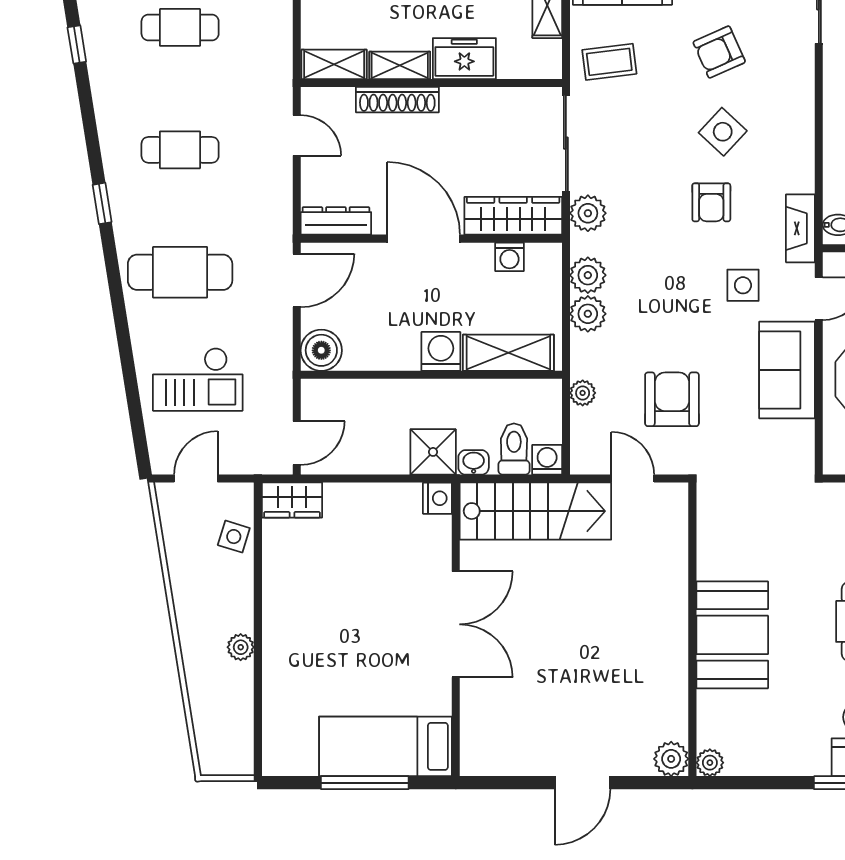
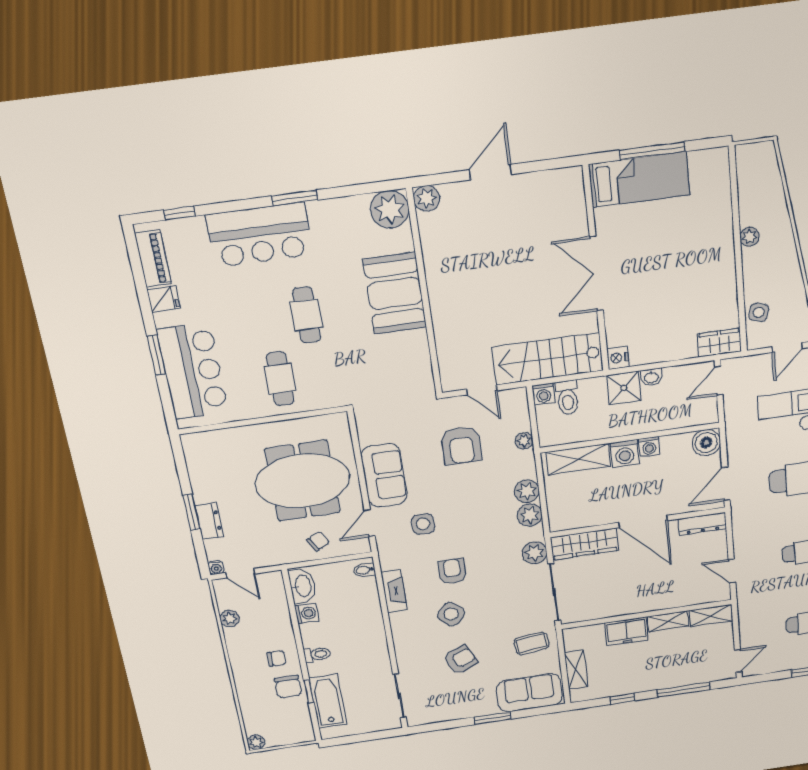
shoe rack: (397, 100) -> (668, 601), removed
fireplace: (800, 228) -> (394, 591), moved
washing machine: (509, 257) -> (649, 447), moved, turned 180
washbasin: (474, 462) -> (651, 377), moved
plant: (710, 763) -> (390, 209), width x1.88, depth x1.88

